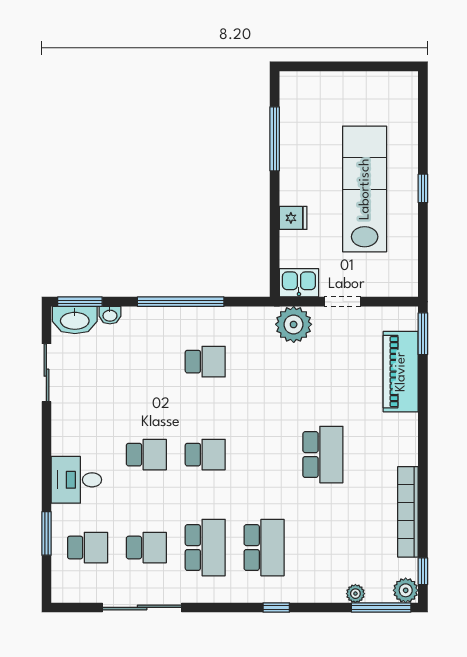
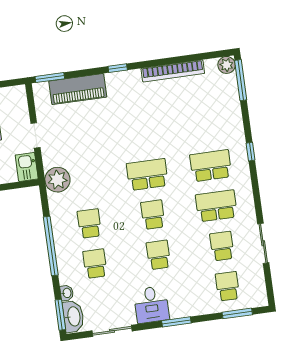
plant: (294, 324) -> (57, 180), moved
school desk: (146, 362) -> (95, 264), added
school desk: (323, 455) -> (147, 174), moved
window: (46, 467) -> (176, 322), added
desk: (76, 480) -> (151, 305), moved
window: (46, 533) -> (237, 313), moved
window: (423, 571) -> (118, 68), moved
plant: (355, 594) -> (234, 99), removed
sliding door: (142, 607) -> (263, 243), width x0.73

